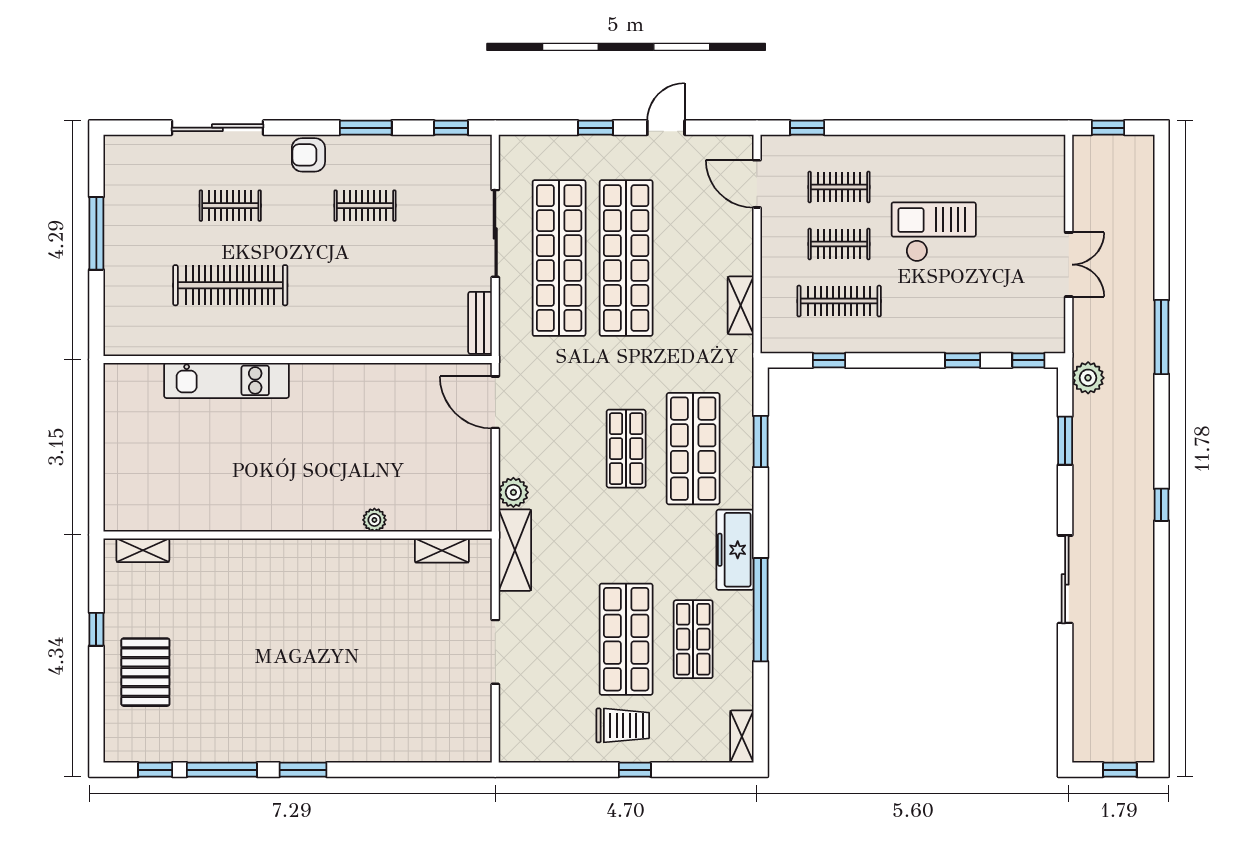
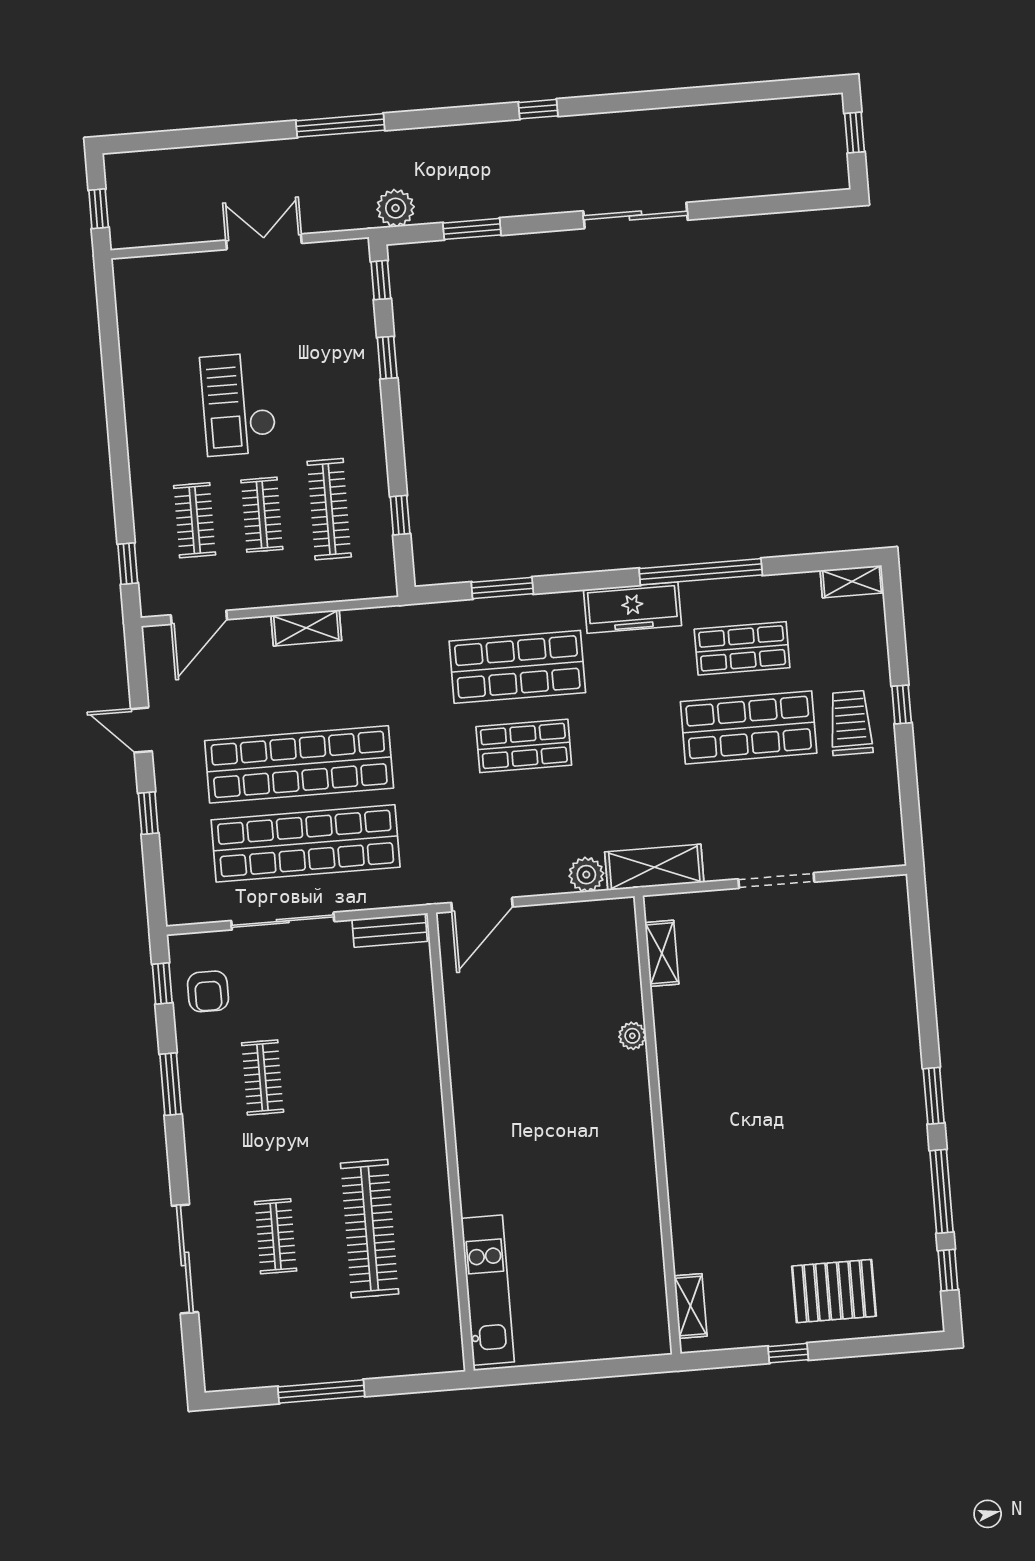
armchair: (308, 155) -> (208, 991), moved
shelving: (741, 305) -> (306, 628), moved
kitchen unit: (227, 380) -> (488, 1290), moved

